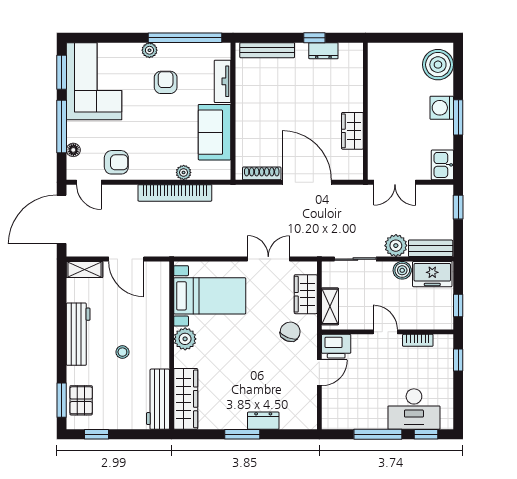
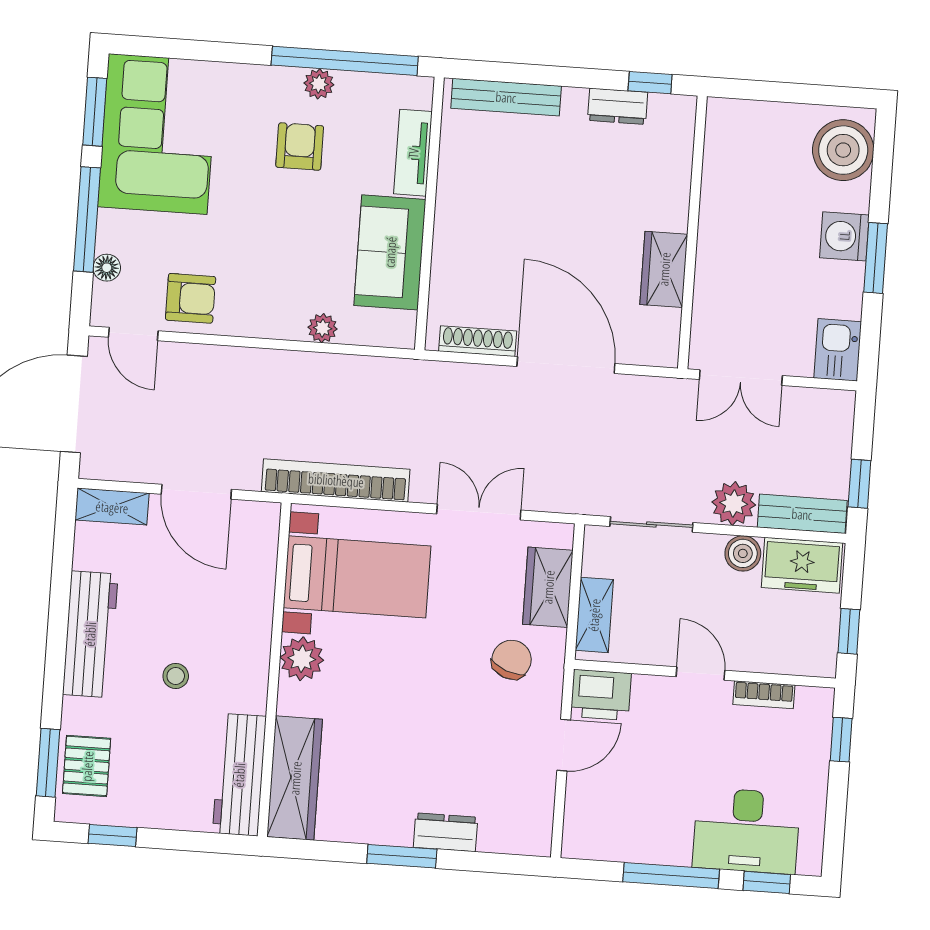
window: (314, 38) -> (650, 83), moved
plant: (149, 50) -> (319, 84), moved
bookcase: (175, 193) -> (336, 480), moved, turned 180
window: (458, 207) -> (859, 484), moved

